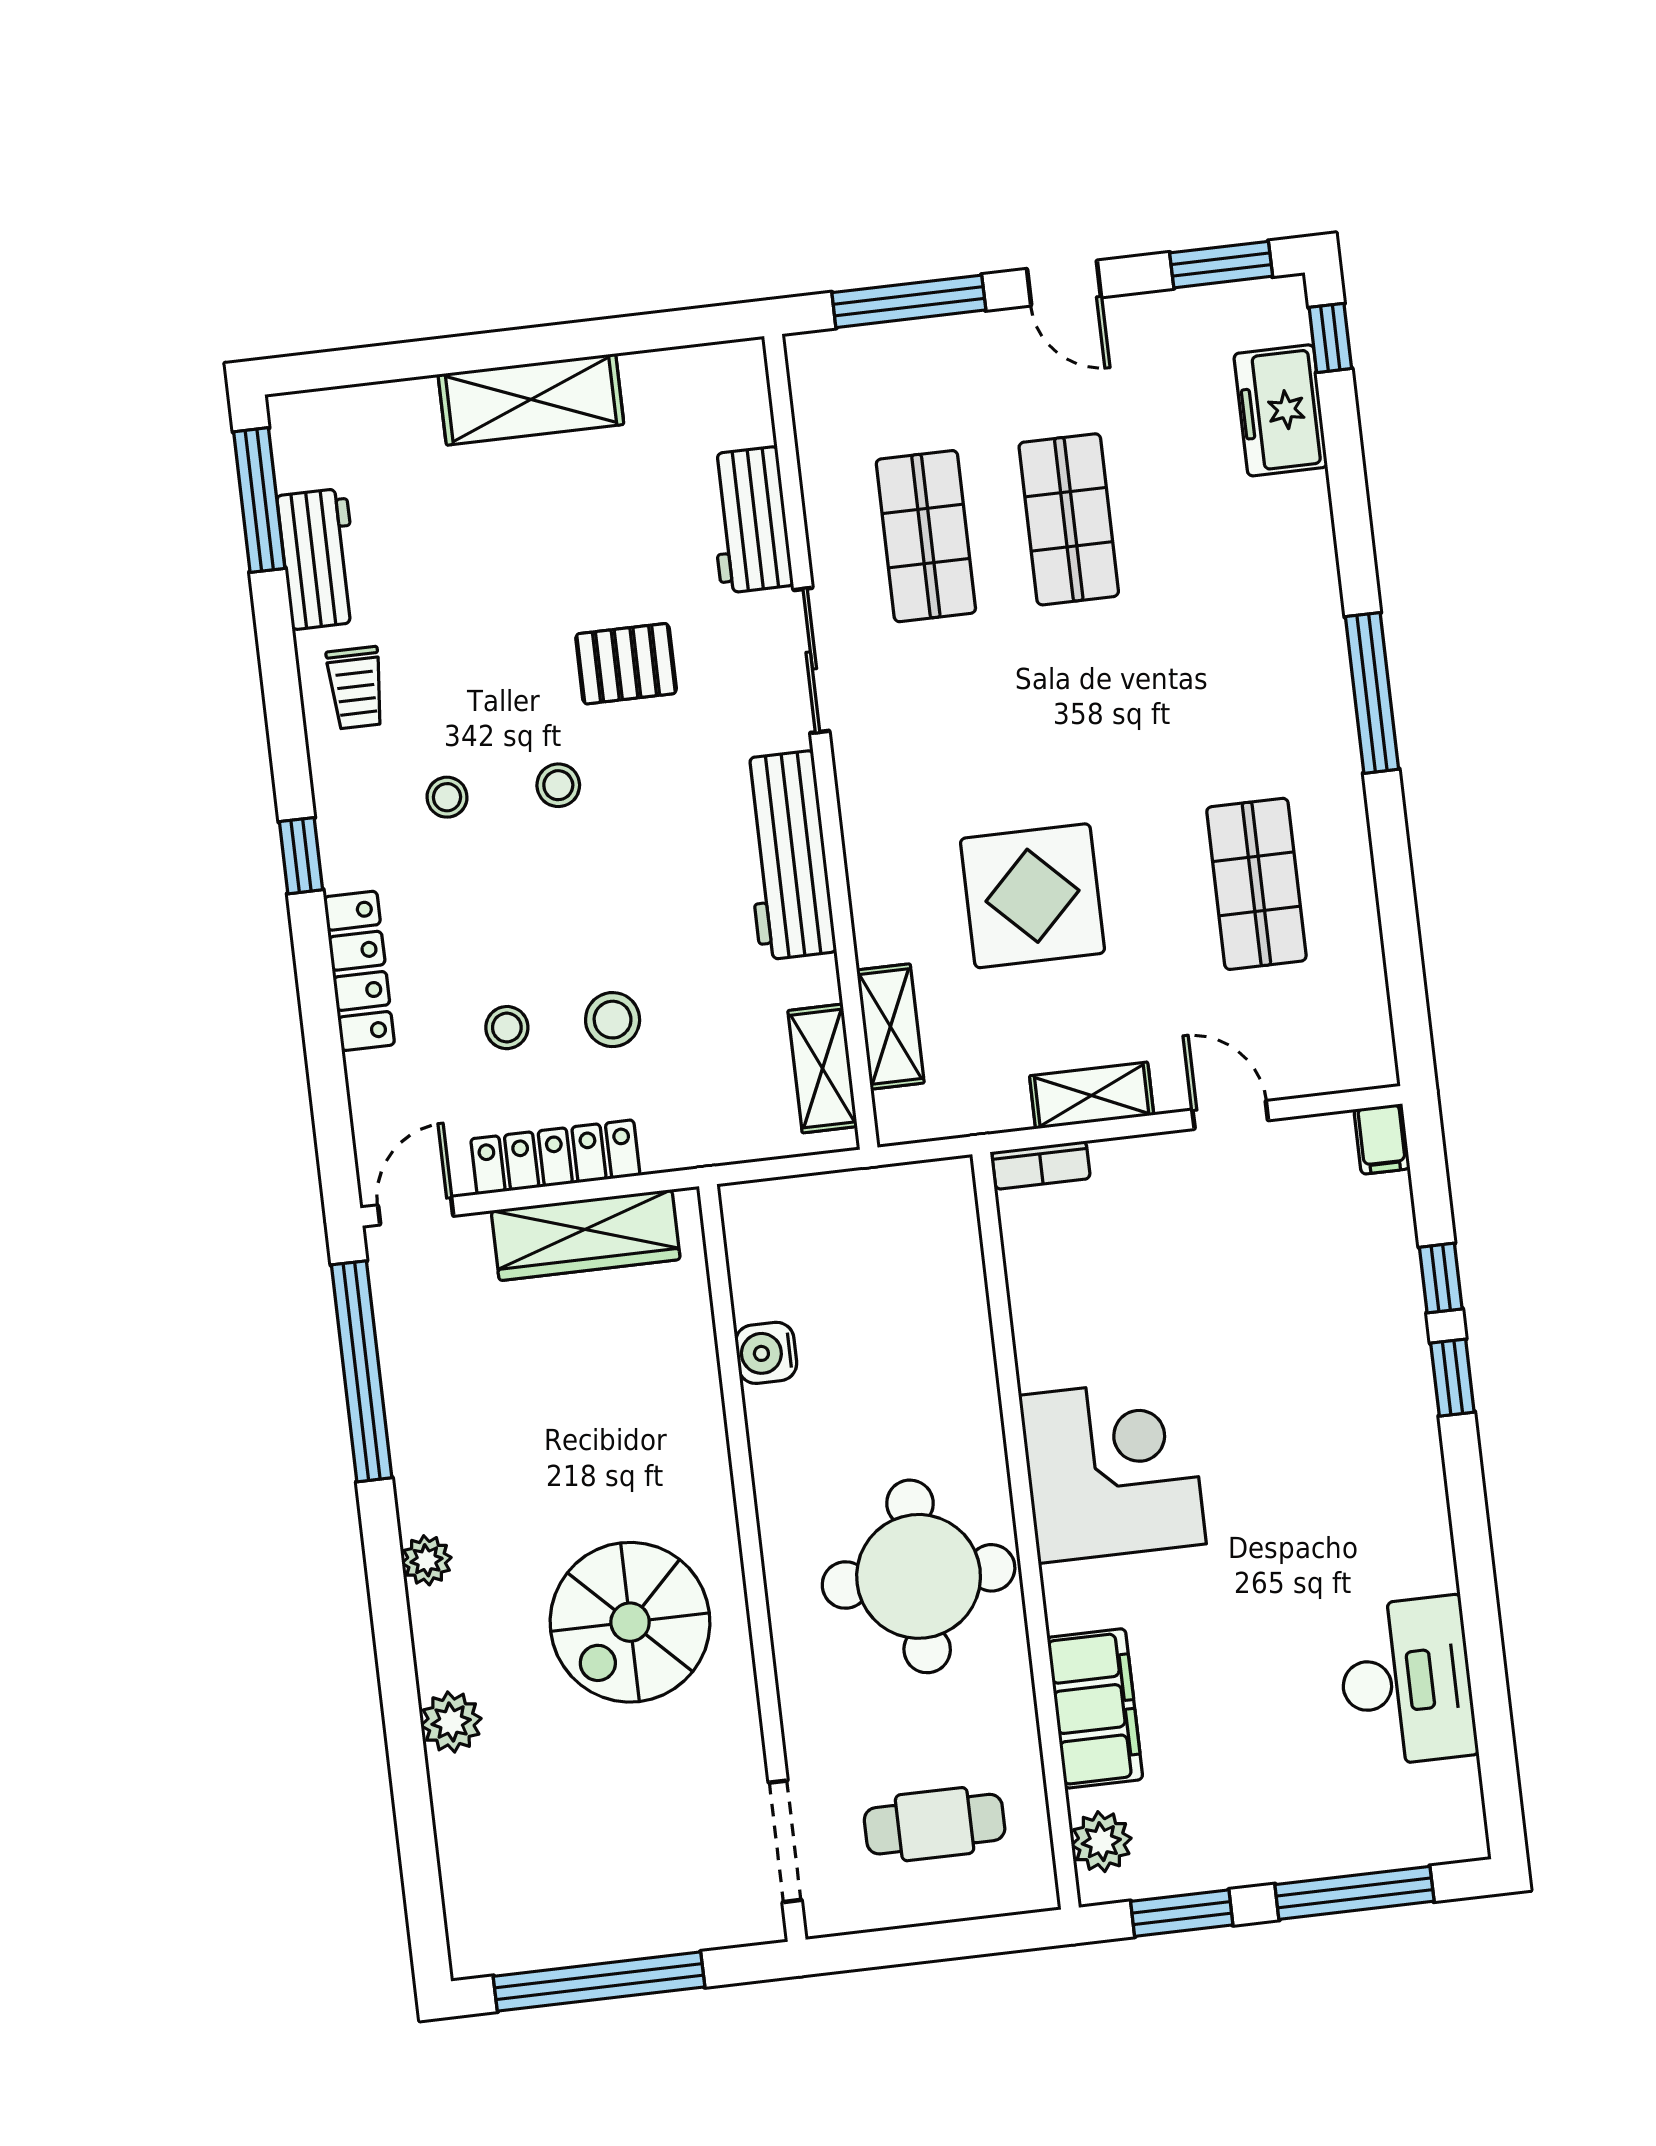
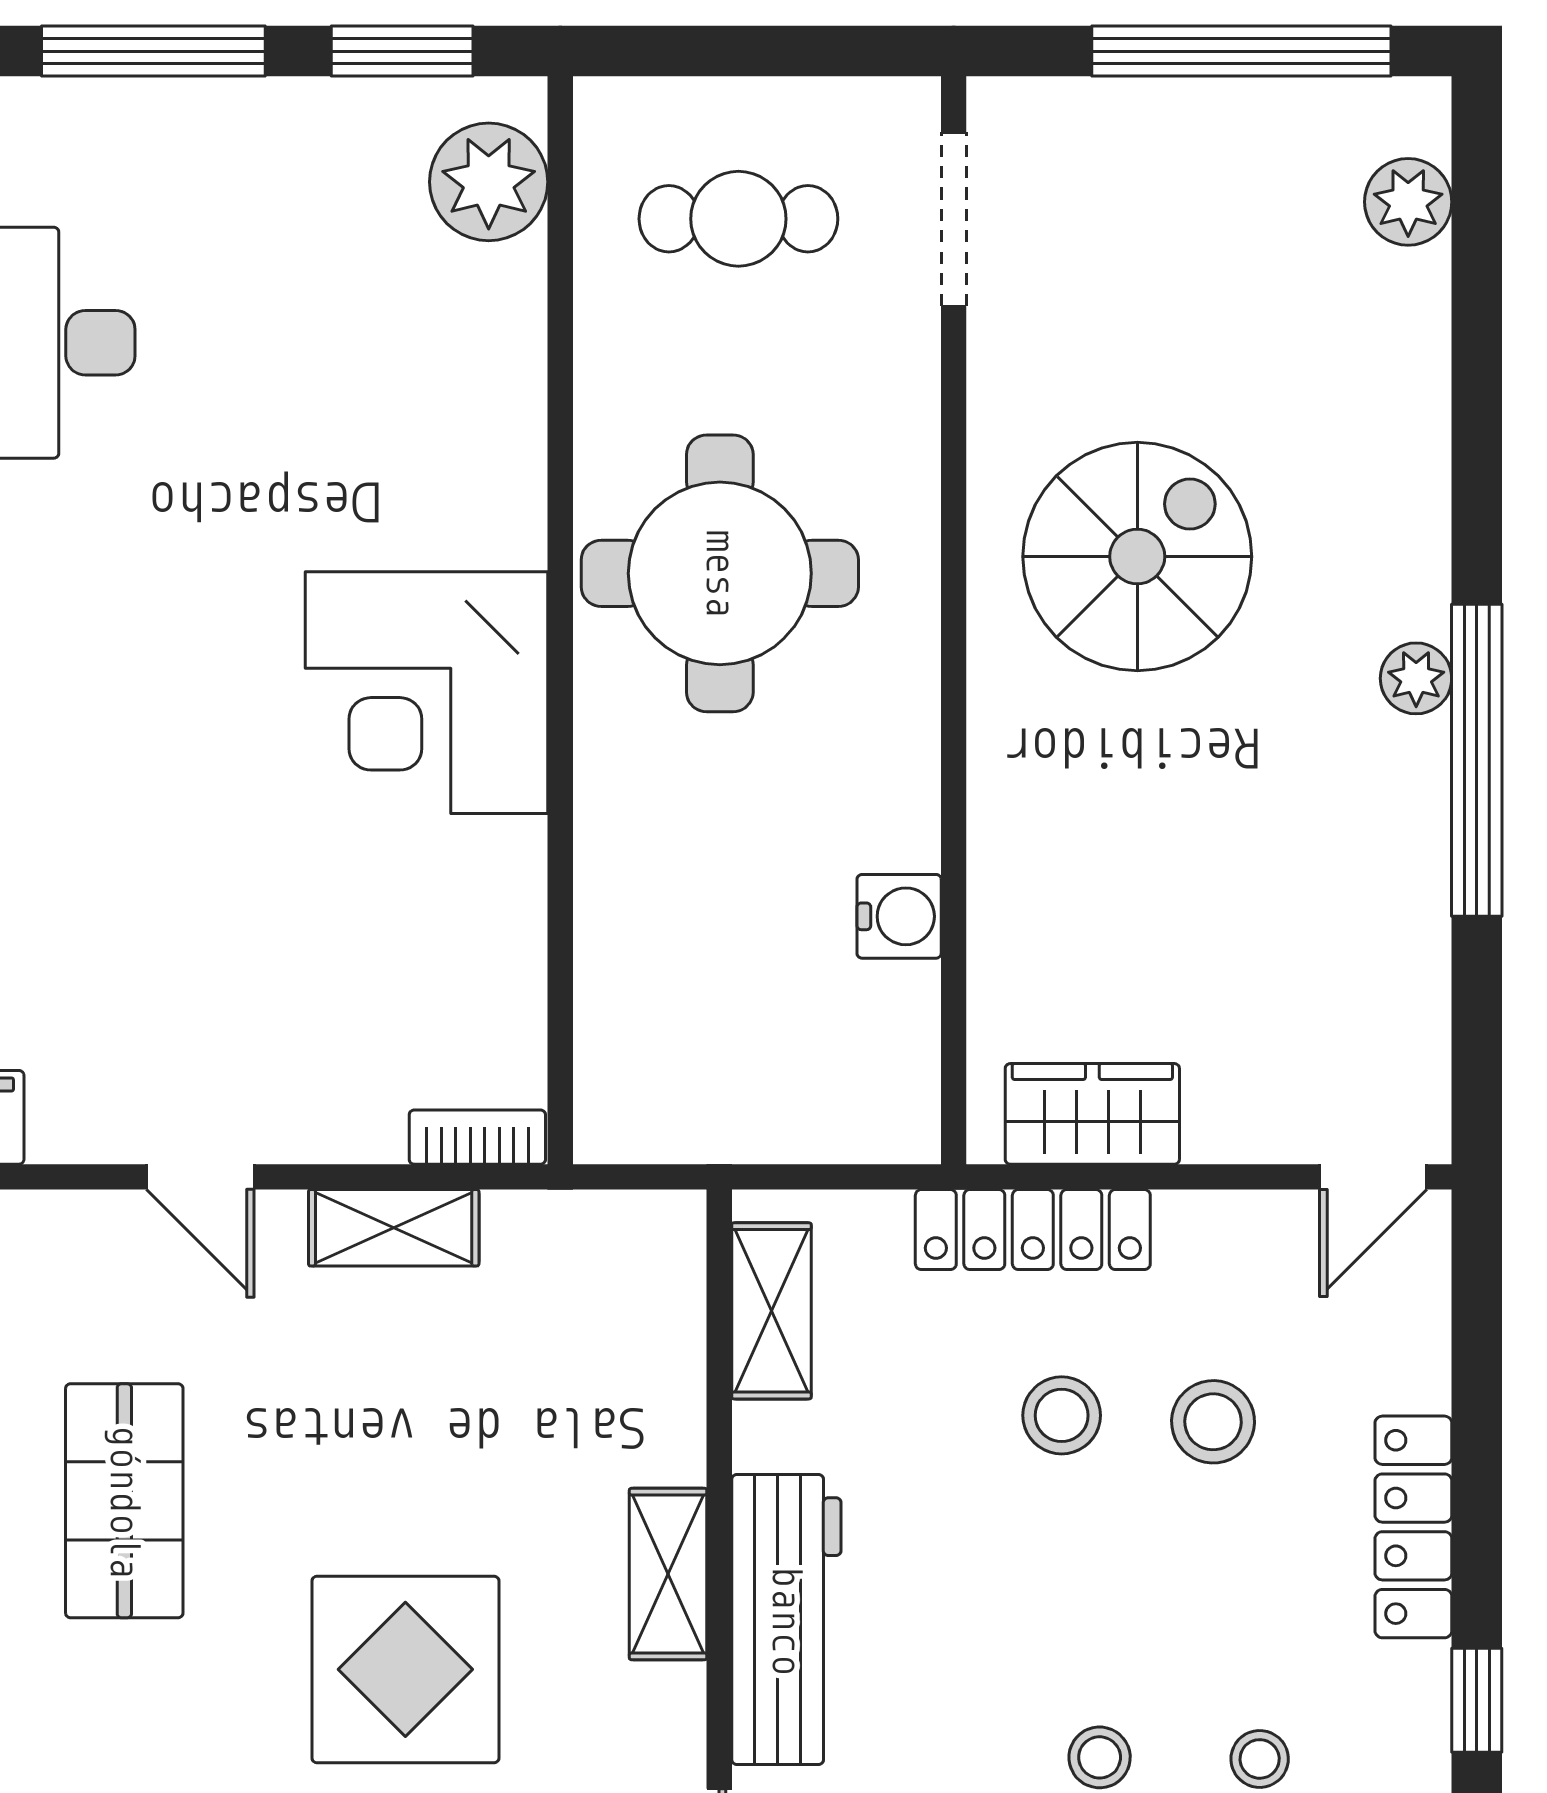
display table: (1033, 896) -> (405, 1669), moved
shelving: (890, 1027) -> (668, 1574), moved
stool: (507, 1028) -> (1213, 1422), width x1.37, depth x1.37
locker: (555, 1157) -> (1033, 1230), moved
wardrobe: (586, 1235) -> (1092, 1114), width x0.67
window: (362, 1371) -> (1477, 760), moved
filing cabinet: (1095, 1708) -> (491, 356), removed
plant: (451, 1722) -> (1408, 202), moved
plant: (1101, 1842) -> (489, 182), width x1.36, depth x1.36

